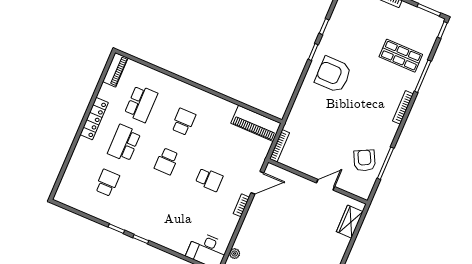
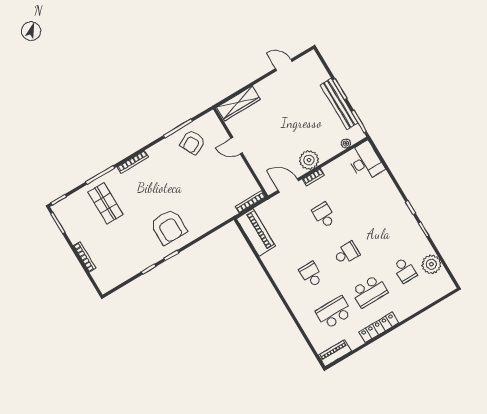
school desk: (183, 122) -> (311, 274), turned 90
school desk: (107, 183) -> (405, 270), turned -90
plant: (88, 204) -> (431, 264), added
plant: (256, 217) -> (309, 160), added
wardrobe: (350, 222) -> (239, 103), width x1.50

